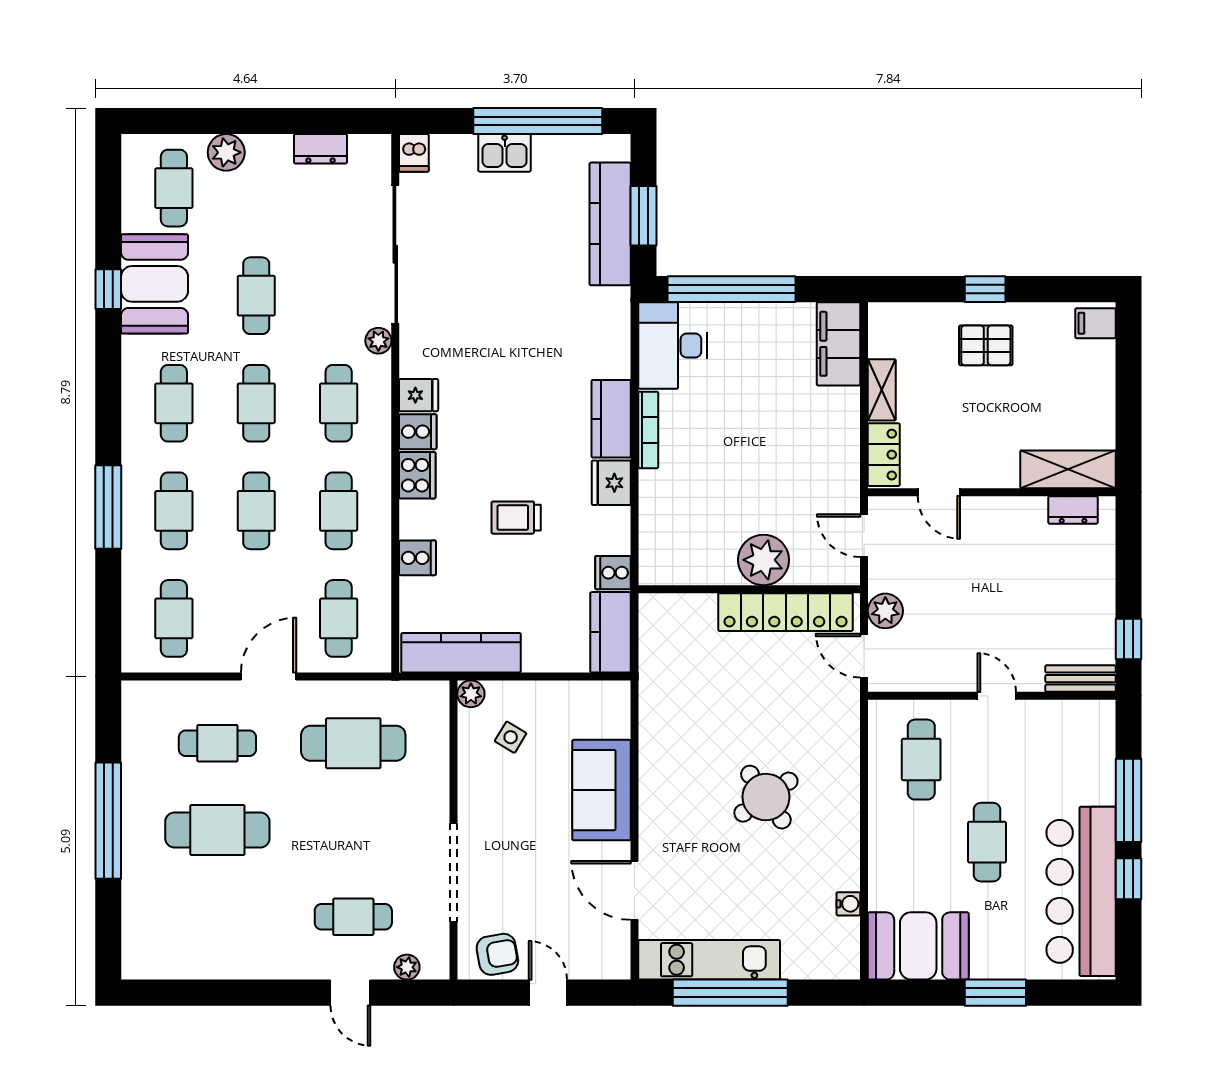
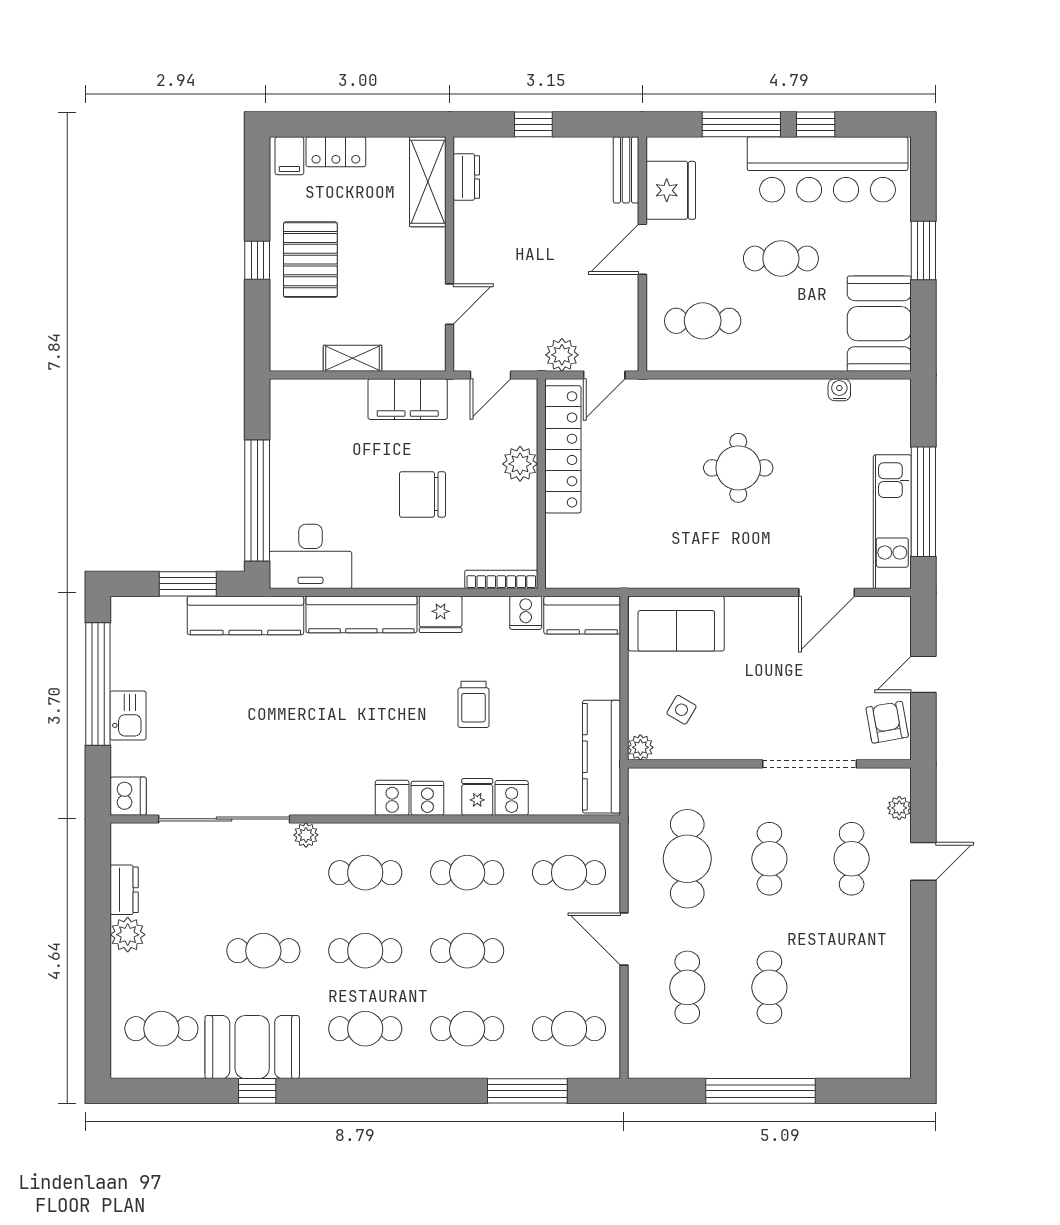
plant: (226, 152) -> (128, 935), moved
dishwasher: (414, 153) -> (128, 796), width x1.38
kitchen counter: (610, 224) -> (245, 615), moved
filing cabinet: (839, 344) -> (408, 399), moved
pallet: (986, 345) -> (310, 260), width x1.50, depth x1.42
fridge: (419, 395) -> (477, 797), moved
kitchen counter: (611, 419) -> (361, 615), width x1.50
bookcase: (648, 430) -> (501, 579), moved
locker: (884, 455) -> (336, 152), moved, turned 180
chair: (738, 464) -> (422, 494), added
cooker: (417, 475) -> (427, 798), width x0.73
window: (108, 507) -> (527, 1091), moved
plant: (763, 560) -> (520, 464), width x0.73, depth x0.73
window: (1128, 639) -> (533, 124), moved
door: (997, 696) -> (642, 249), width x1.38
fridge: (1059, 726) -> (671, 190), added
sofa: (602, 790) -> (676, 624), moved
round table: (766, 797) -> (738, 468), turned 35
cafe table: (217, 830) -> (769, 987), width x0.73, depth x0.74
cafe table: (353, 830) -> (769, 859), added

